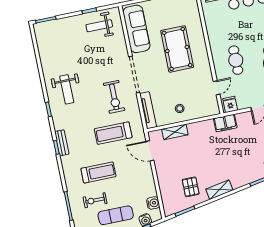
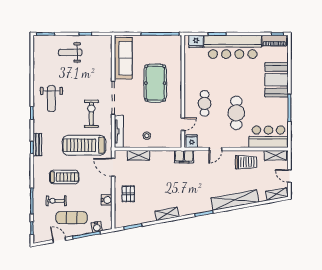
weight bench: (99, 26) -> (70, 52), moved
exercise bike: (114, 97) -> (91, 114), turned 180
treadmill: (113, 133) -> (84, 145), width x1.37, depth x1.38
pallet: (191, 187) -> (128, 194), moved
water cooler: (153, 203) -> (107, 200), moved

